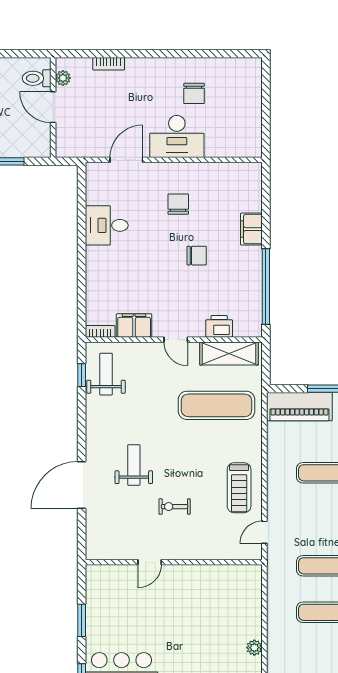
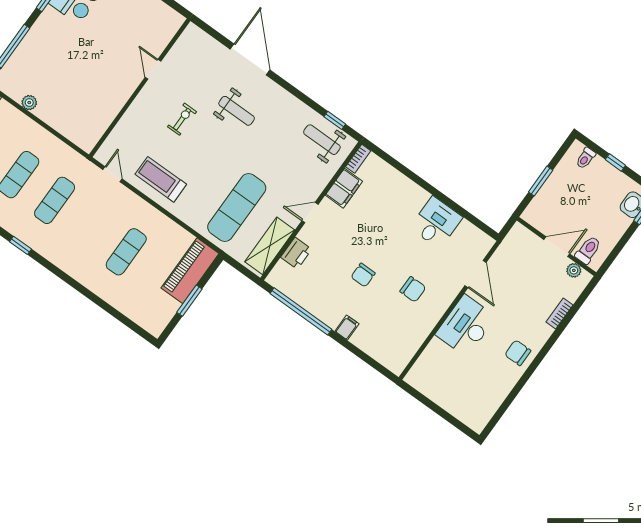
chair: (194, 93) -> (518, 353), moved
filing cabinet: (251, 229) -> (347, 328), width x0.50
weight bench: (106, 374) -> (322, 140), turned 180

